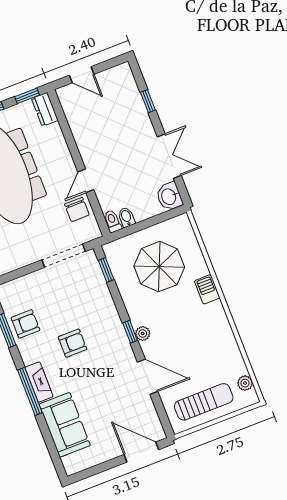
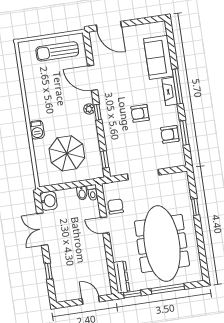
dresser: (45, 109) -> (121, 277), width x1.44
door: (86, 181) -> (105, 225), swing flipped
doorway: (64, 256) -> (143, 175), moved
plant: (245, 383) -> (25, 58), removed

